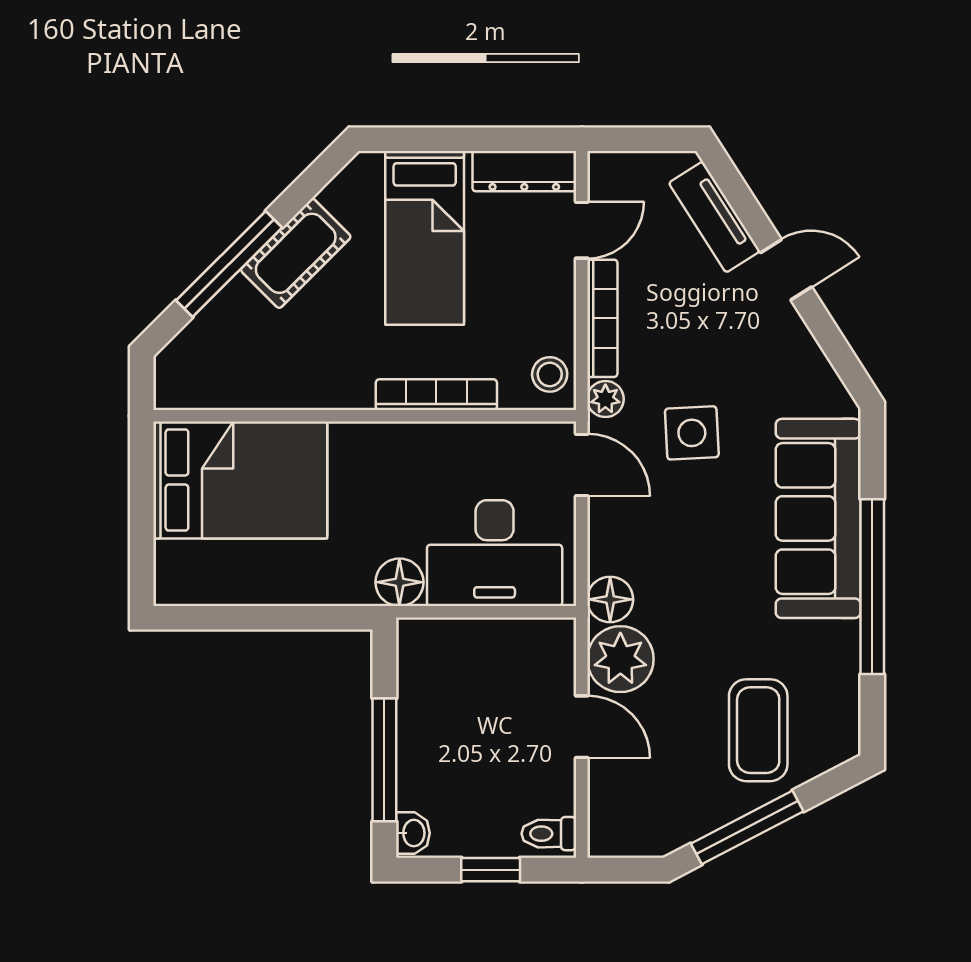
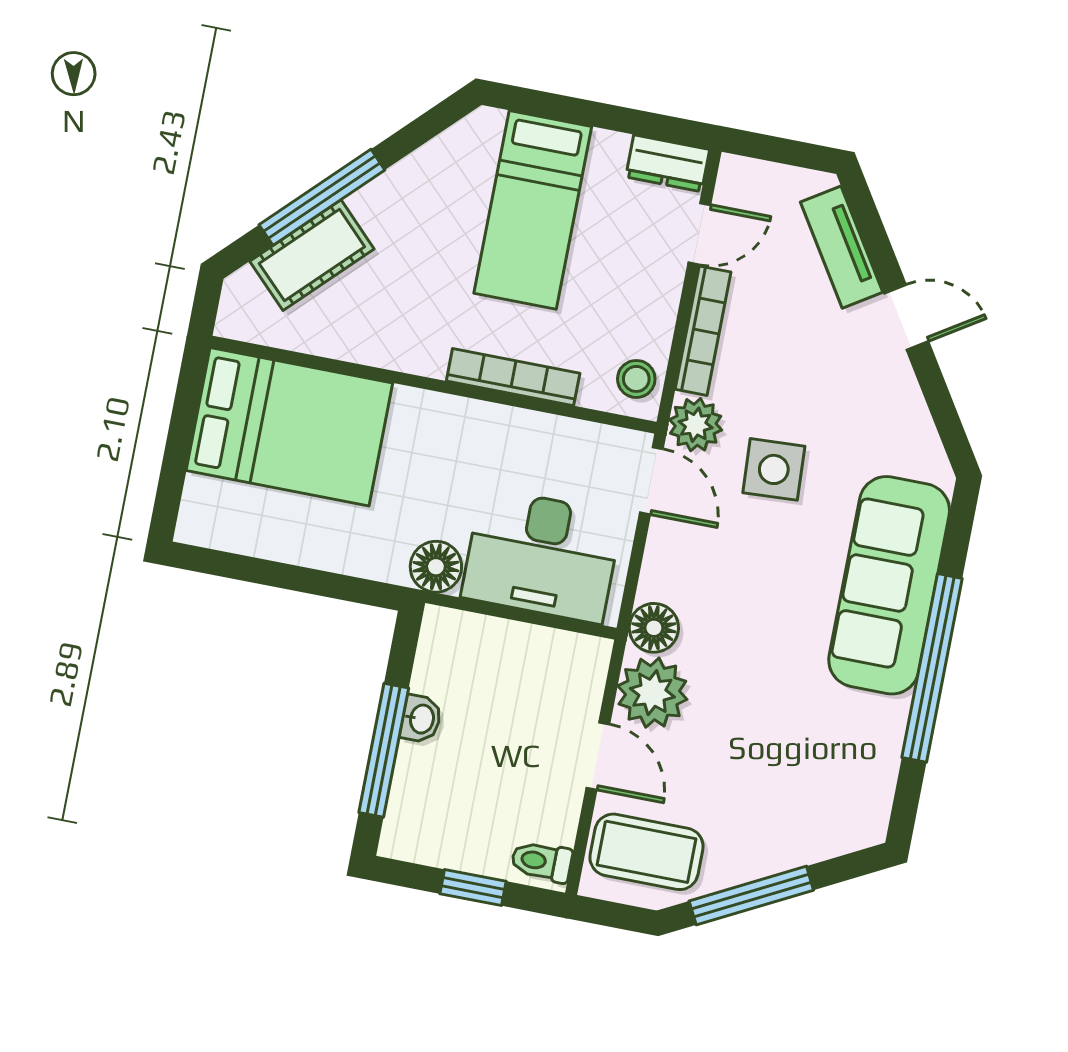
dresser: (524, 171) -> (668, 163), width x0.70
cot: (296, 253) -> (312, 255), moved
plant: (605, 399) -> (696, 425), width x1.38, depth x1.38
coffee table: (758, 730) -> (646, 852), moved, turned 90
washbasin: (413, 833) -> (421, 719), moved

